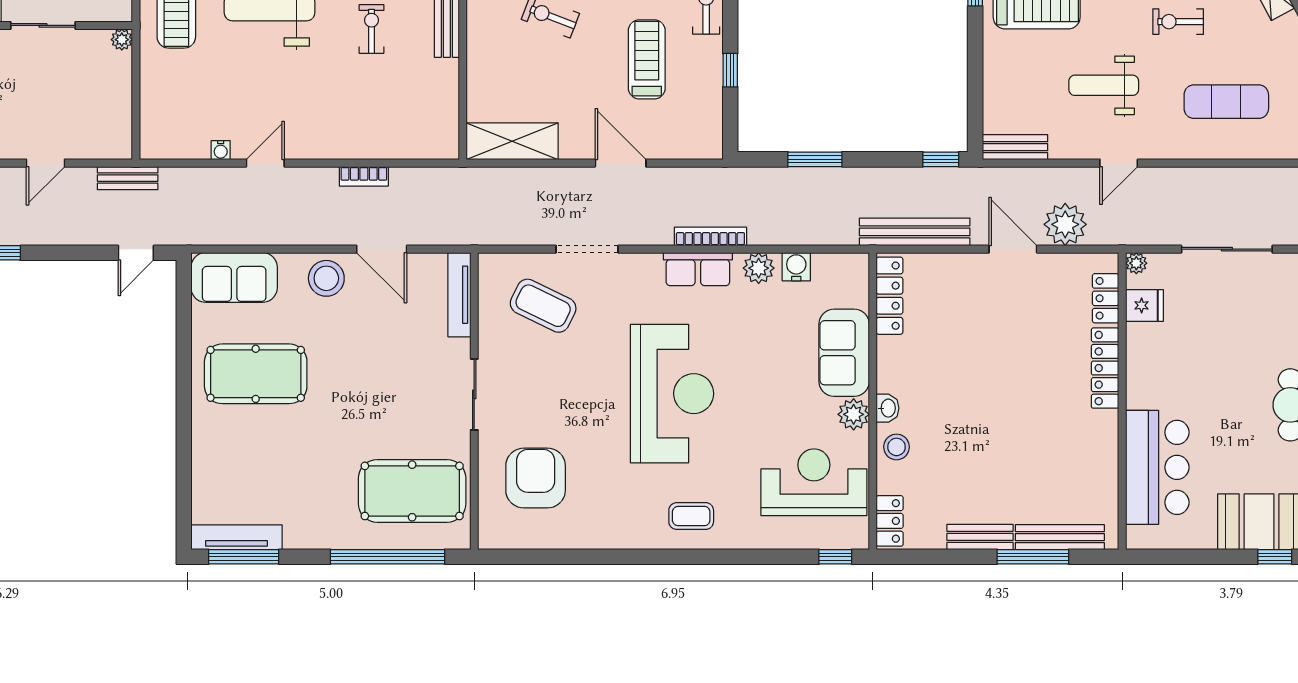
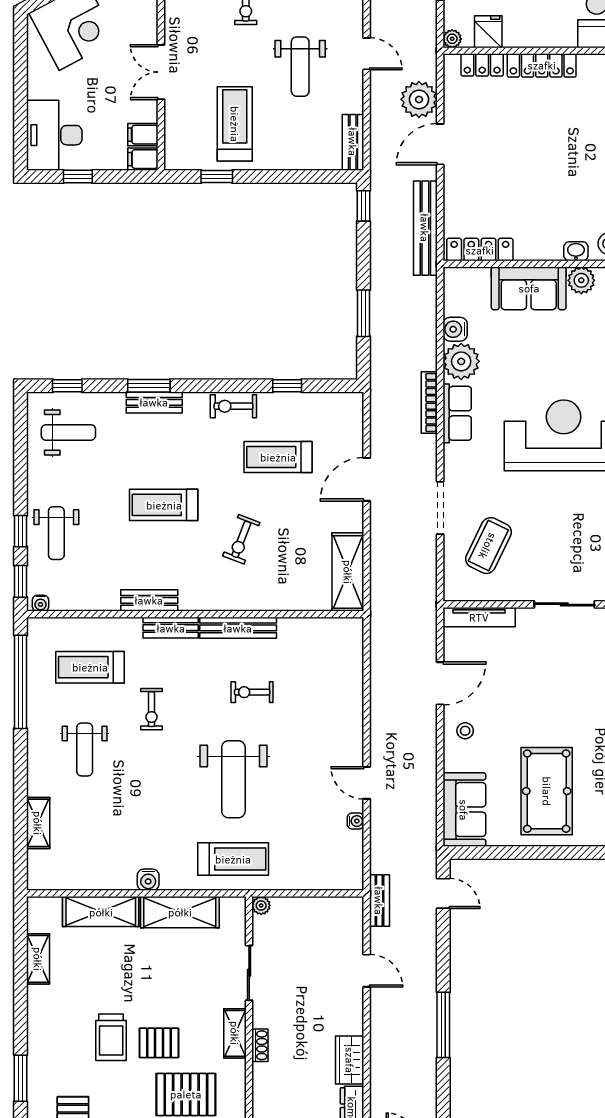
bookcase: (364, 176) -> (378, 699), removed
plant: (759, 268) -> (461, 361), width x1.36, depth x1.36
stool: (326, 278) -> (465, 731), width x0.53, depth x0.53

